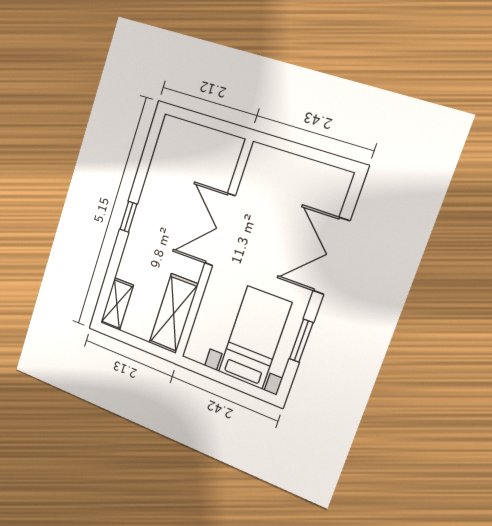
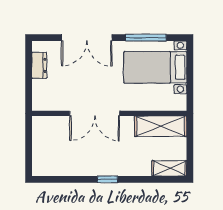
dresser: (315, 172) -> (39, 65), added
window: (301, 341) -> (146, 38), width x1.44

